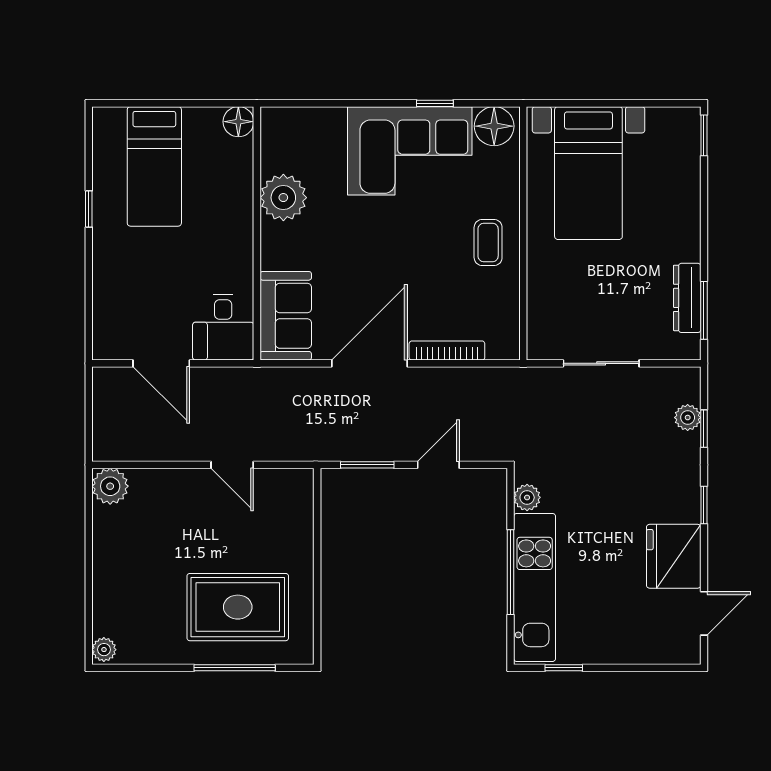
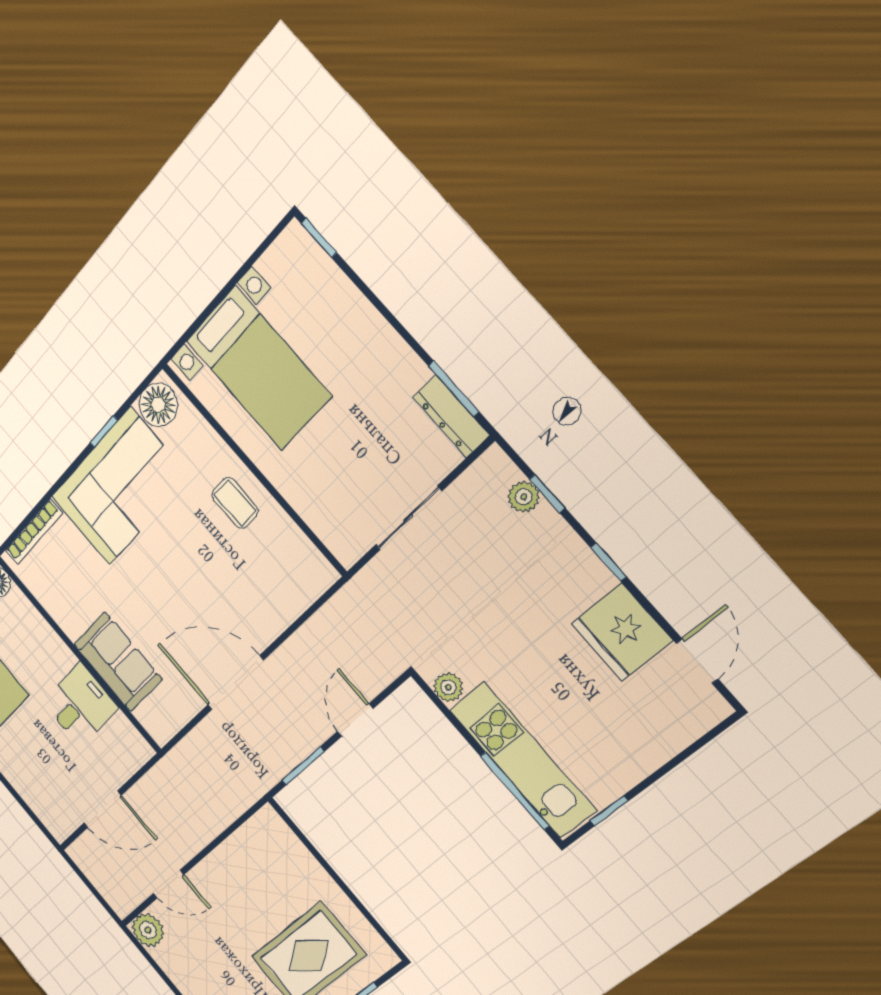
plant: (283, 198) -> (71, 609), removed
dresser: (687, 298) -> (451, 416), moved
sofa: (286, 316) -> (118, 662), moved
desk: (223, 327) -> (80, 705), moved, turned -90
bookcase: (447, 351) -> (34, 532), moved, turned 180
door: (369, 363) -> (235, 683), hinge flipped
door: (232, 465) -> (169, 884), moved
window: (511, 572) -> (515, 791), moved

